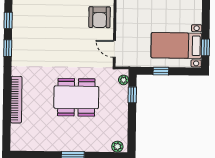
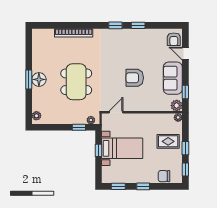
armchair: (100, 17) -> (135, 78), moved
window: (206, 17) -> (143, 186), added
bed with nightstands: (176, 45) -> (122, 148), moved, turned 90
floor lamp: (73, 143) -> (39, 79), added

